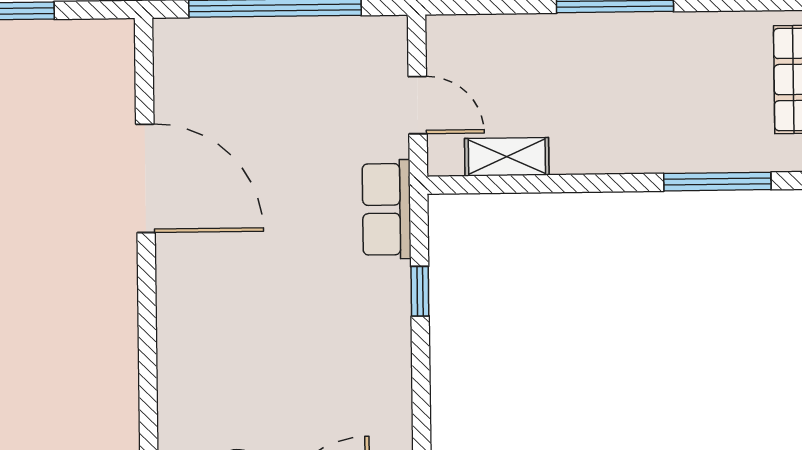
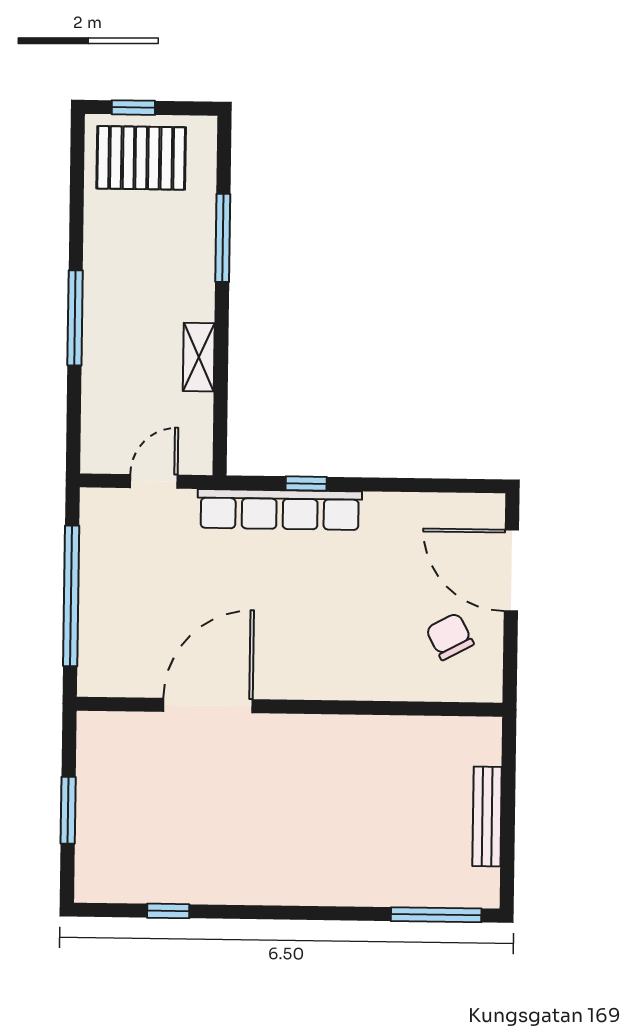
shelving: (507, 157) -> (199, 357), moved
row of seats: (387, 209) -> (280, 510), width x2.02

